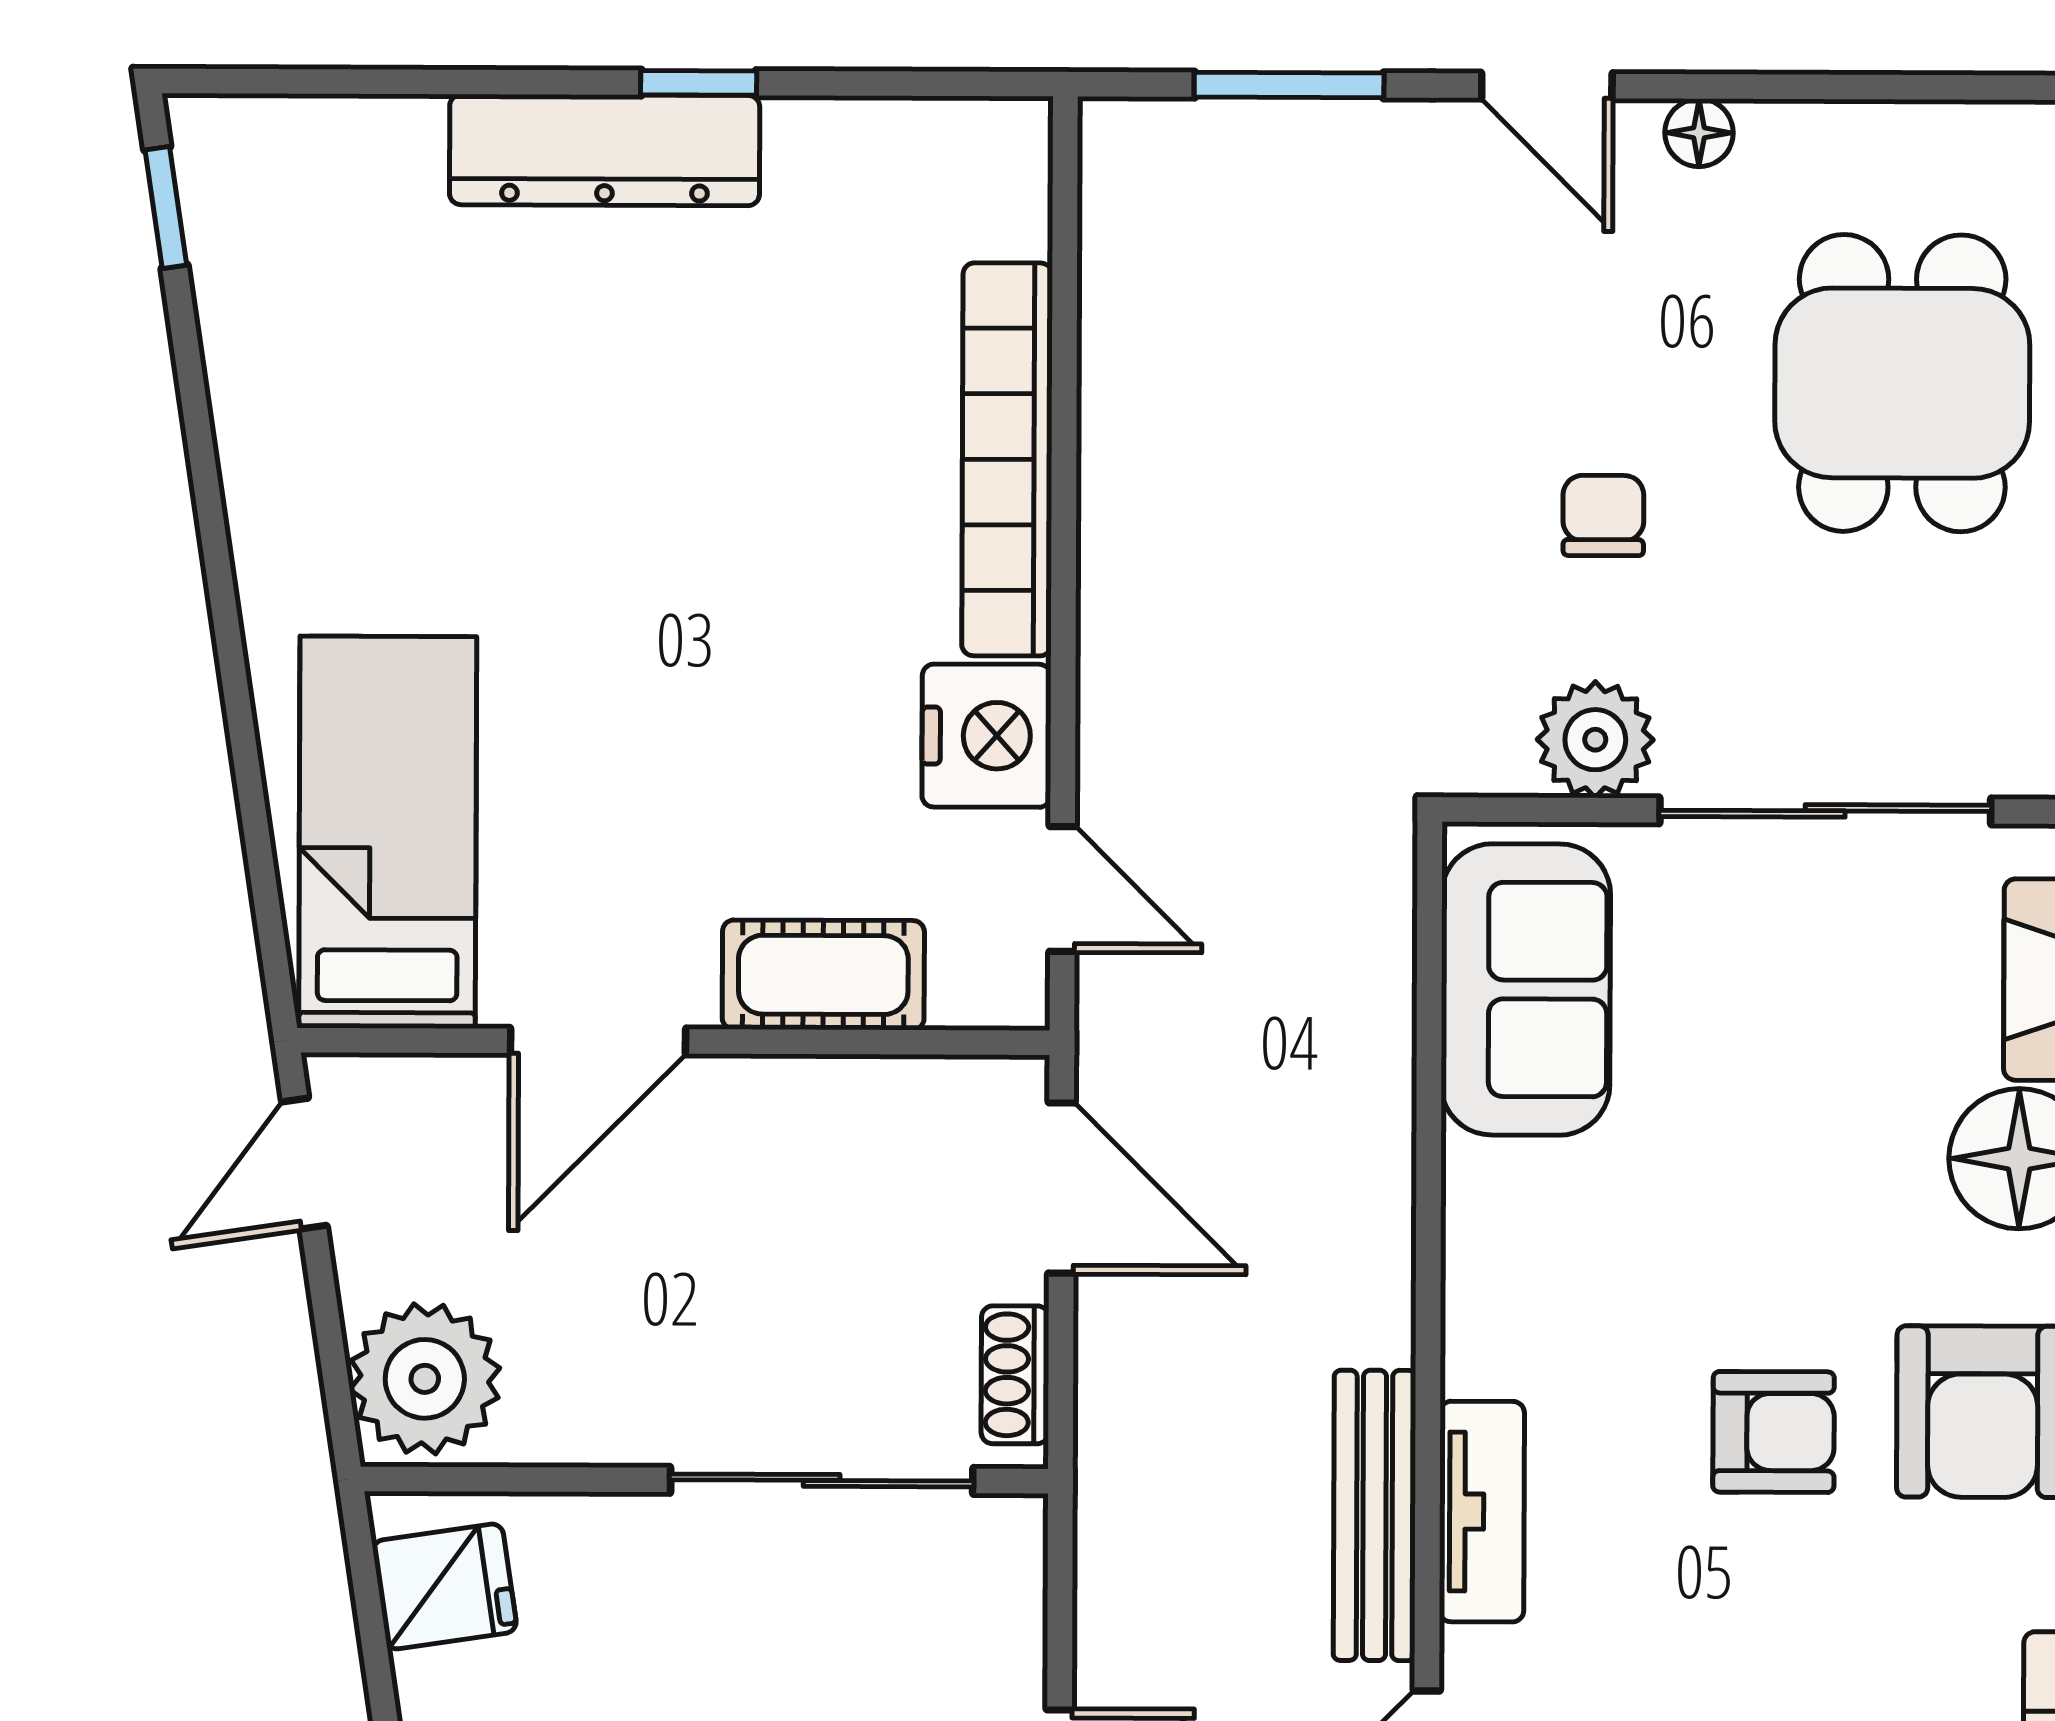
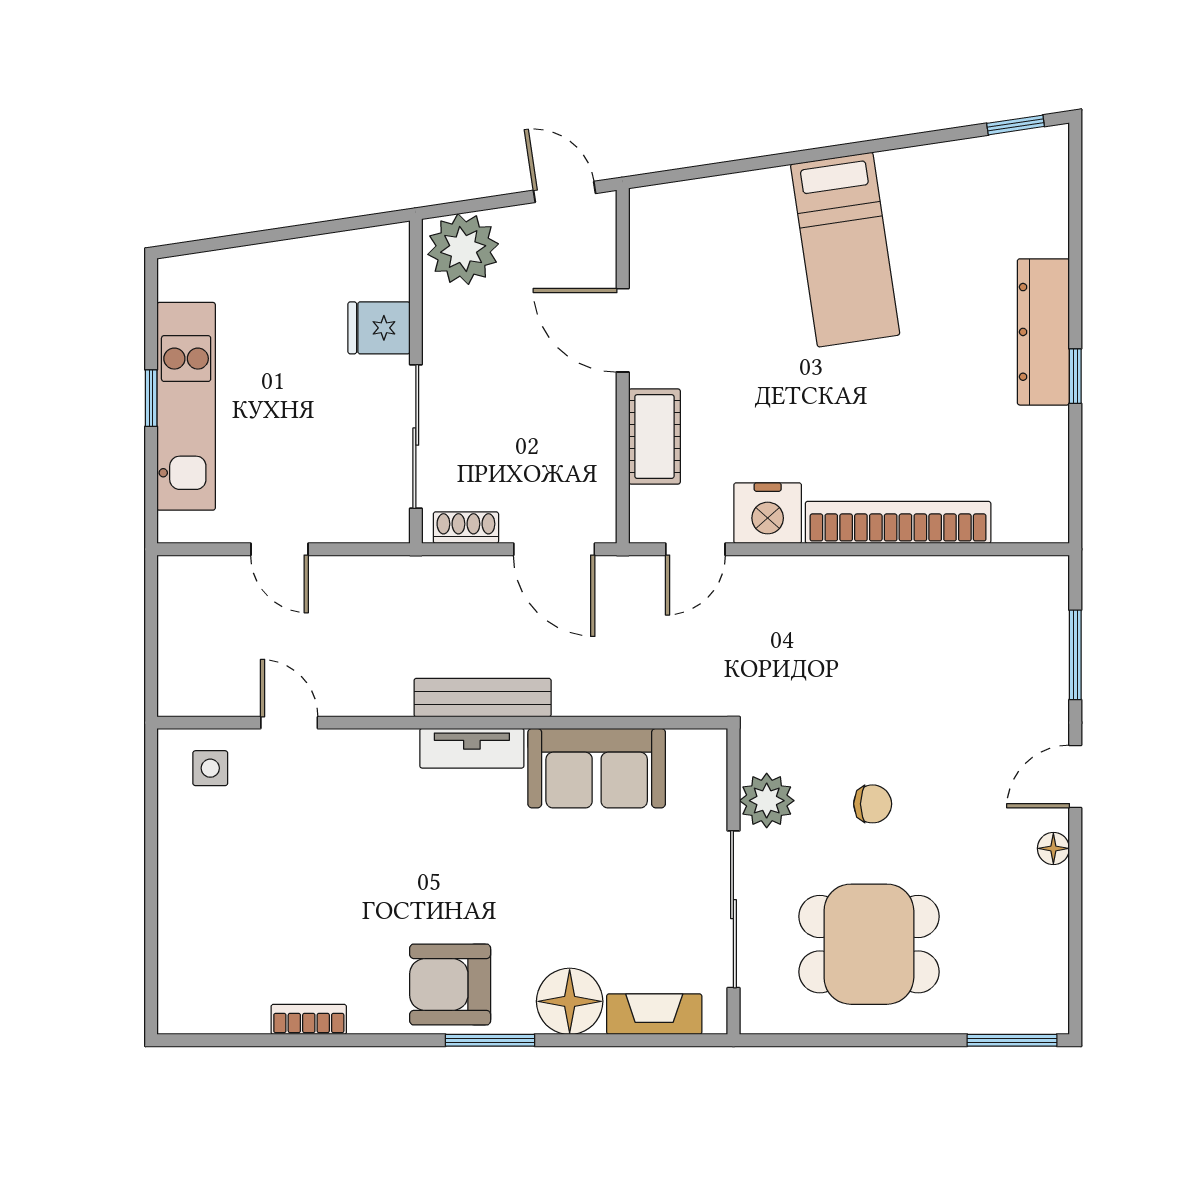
dining table: (1902, 383) -> (869, 944), moved
bed: (388, 832) -> (845, 250), moved, turned 82
sofa: (1526, 989) -> (597, 768), moved
door: (1061, 1188) -> (554, 549), hinge flipped
armchair: (1774, 1432) -> (440, 886), removed
tv unit: (1482, 1512) -> (472, 748), moved
bench: (1374, 1515) -> (483, 698), moved
fridge: (445, 1586) -> (379, 328), moved, turned 98

